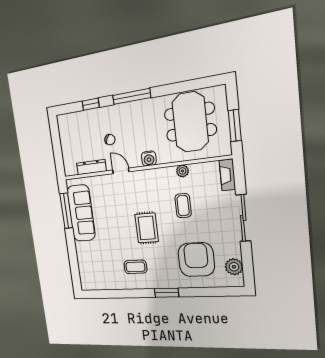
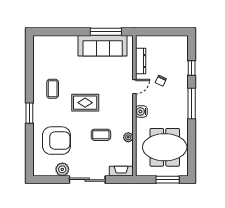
window: (235, 125) -> (168, 180), moved
plant: (234, 267) -> (62, 169), moved

